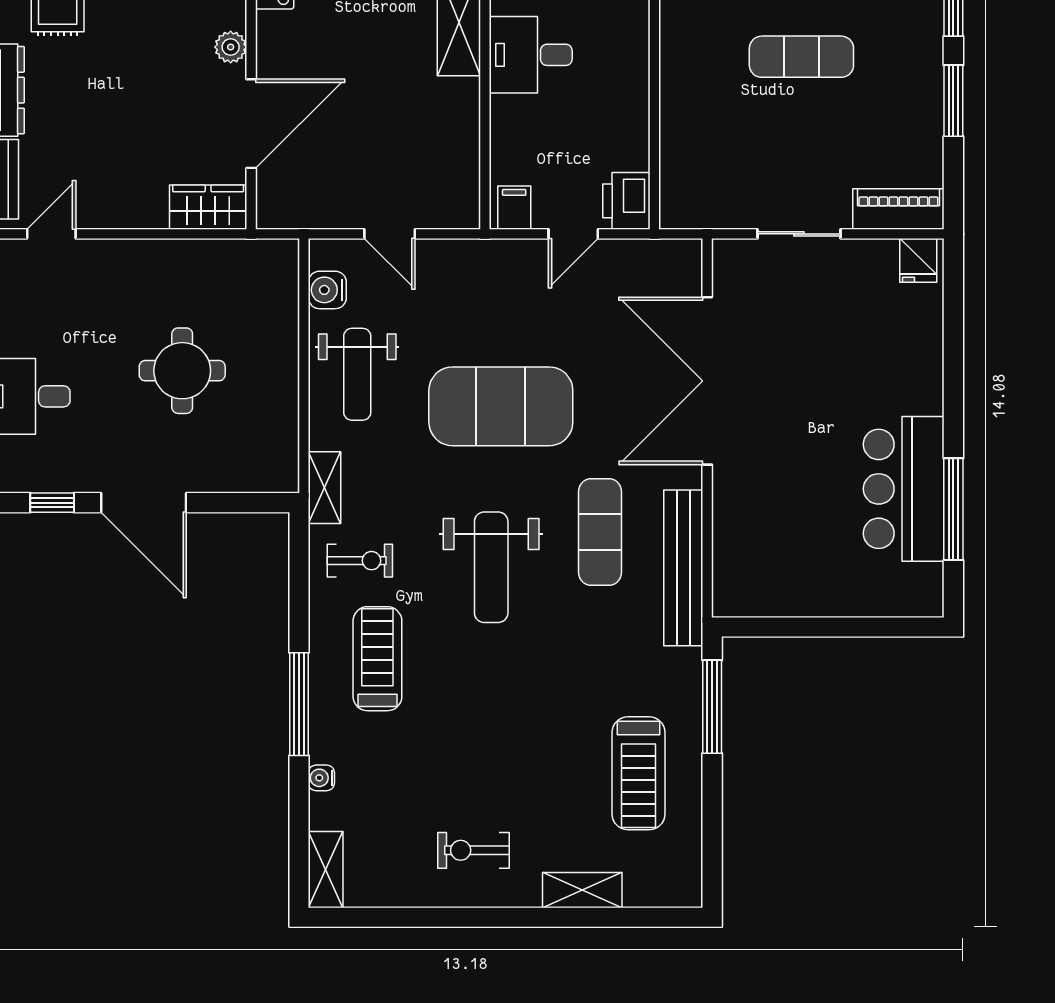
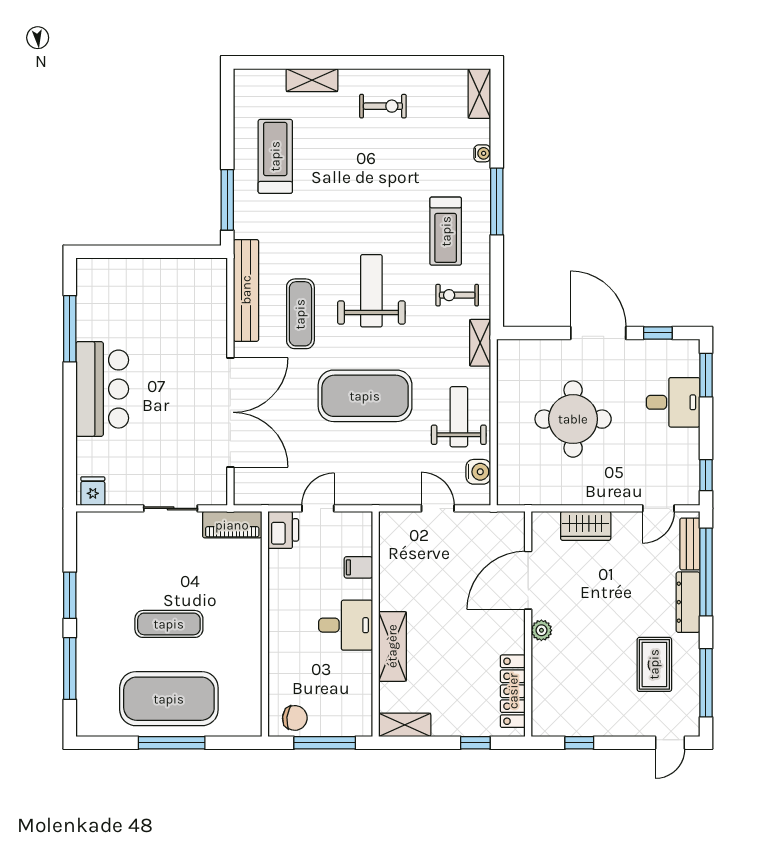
wardrobe: (208, 207) -> (586, 526), moved
filing cabinet: (514, 208) -> (358, 567), moved, turned 90
piano: (898, 209) -> (232, 525), moved
round table: (182, 371) -> (573, 419), width x1.36, depth x1.36
bar counter: (904, 489) -> (102, 389), moved

